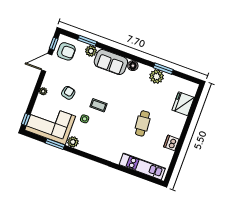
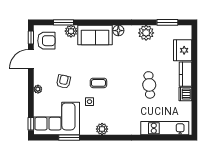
window: (163, 69) -> (167, 22), moved
kitchen counter: (178, 126) -> (186, 74), added
plant: (73, 142) -> (102, 129), moved

